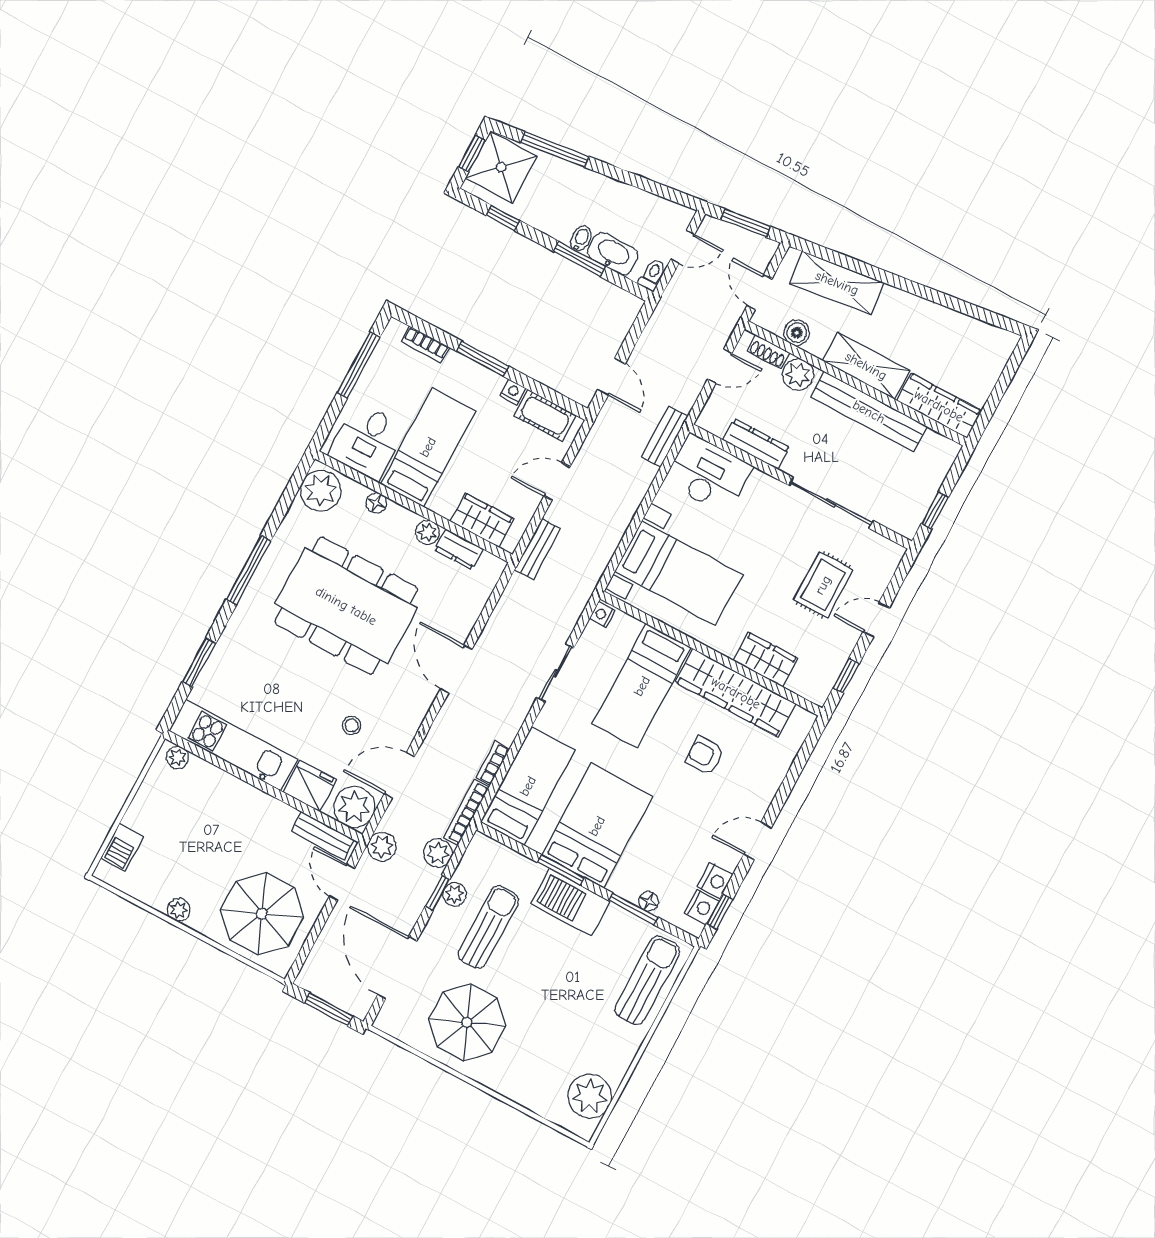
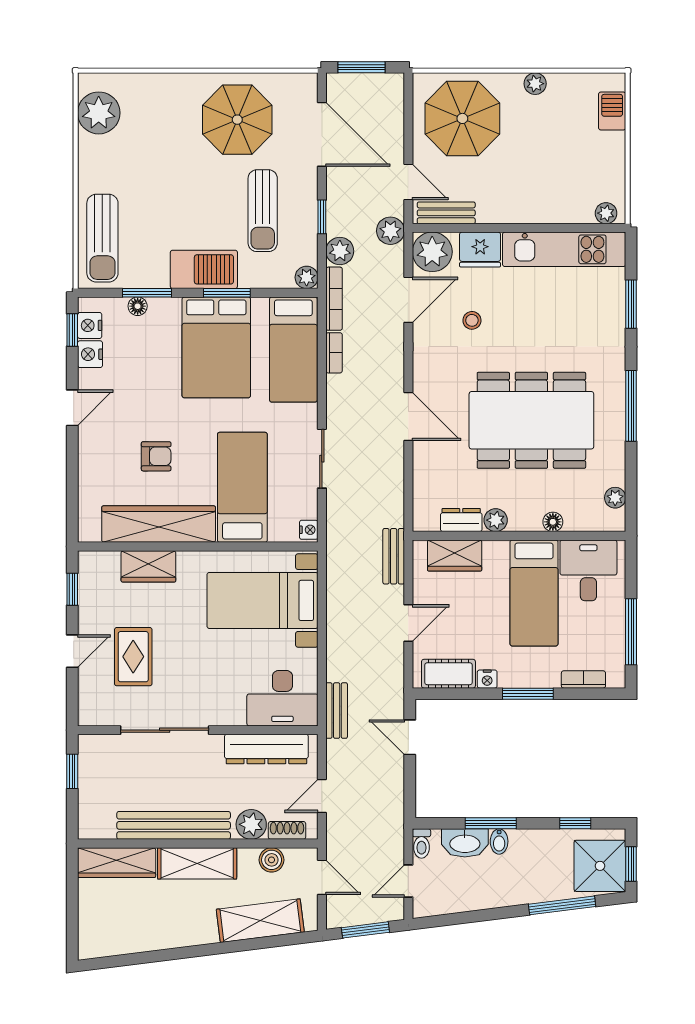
dresser: (756, 444) -> (266, 749), width x1.37, depth x1.24
plant: (321, 490) -> (615, 498), width x0.53, depth x0.53
plant: (455, 894) -> (307, 277), moved

